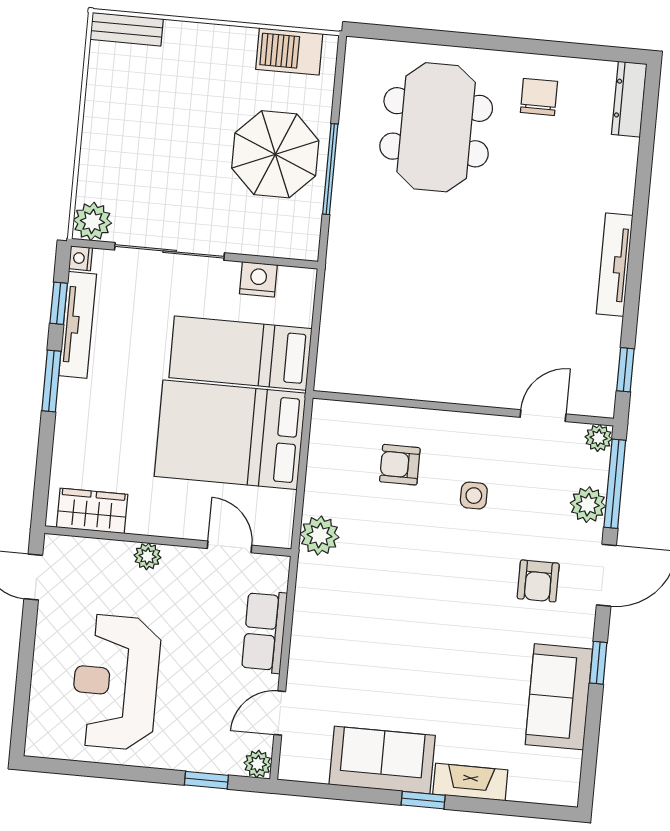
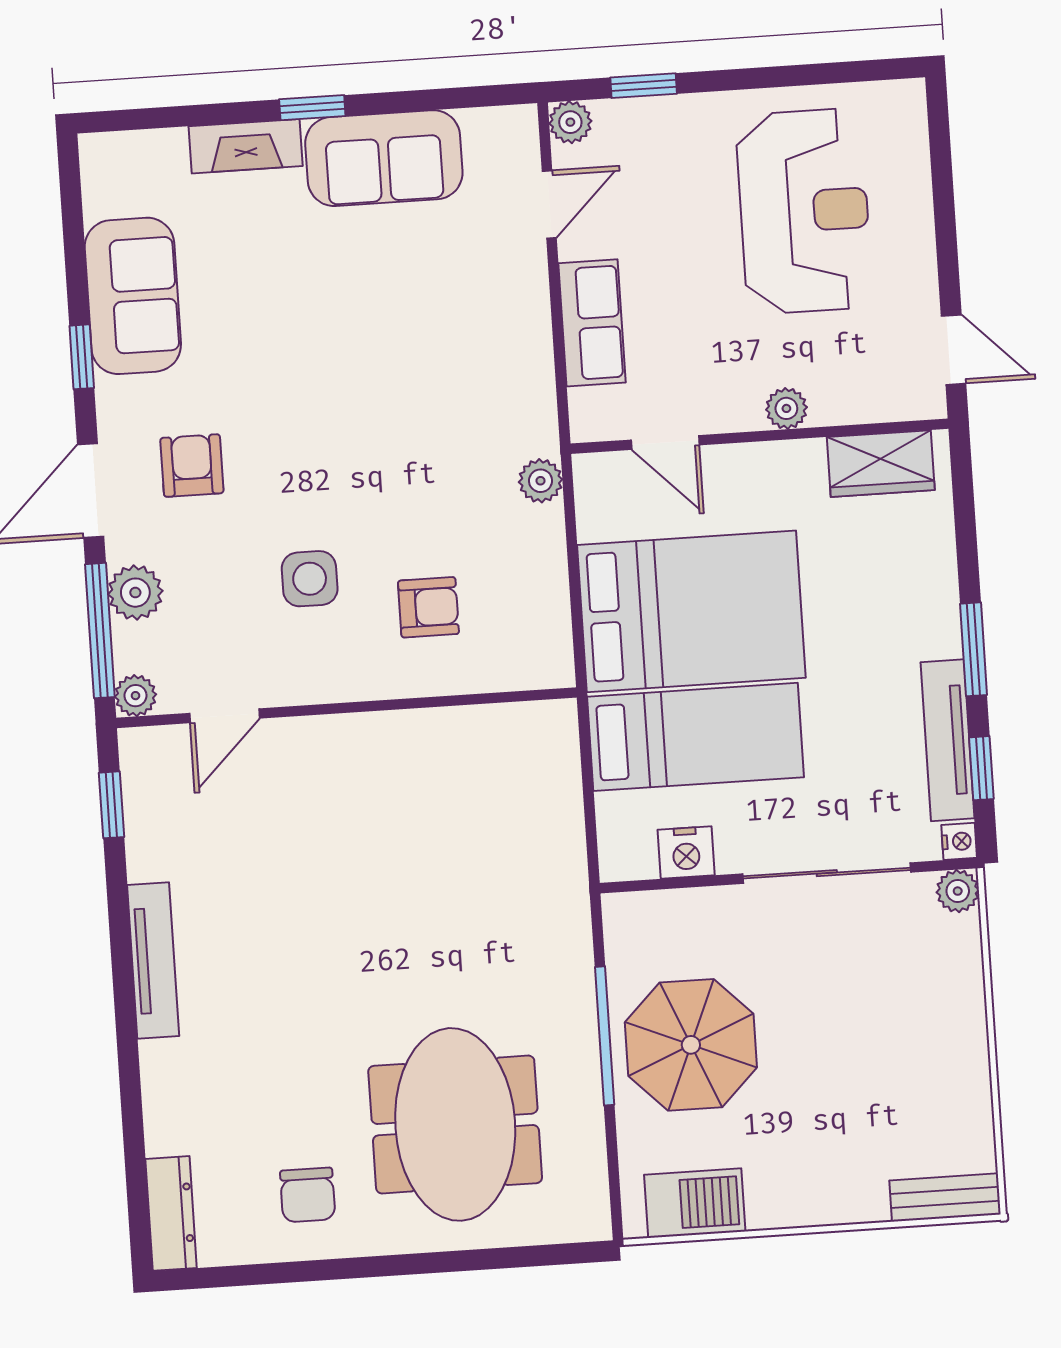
plant: (92, 221) -> (958, 891), width x0.73, depth x0.73
side table: (474, 496) -> (310, 579), width x1.37, depth x1.37
plant: (320, 535) -> (541, 481), width x0.73, depth x0.73

